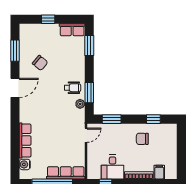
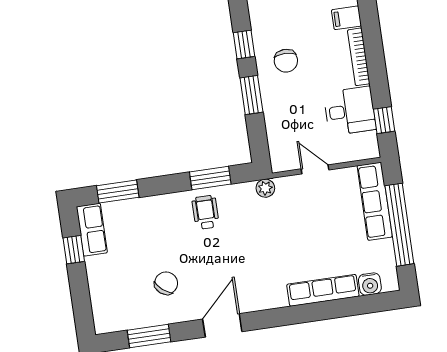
window: (48, 19) -> (74, 250), moved
door: (15, 88) -> (222, 325), hinge flipped
plant: (80, 104) -> (265, 188), moved
window: (112, 119) -> (251, 95), moved
door: (86, 135) -> (315, 169), moved

